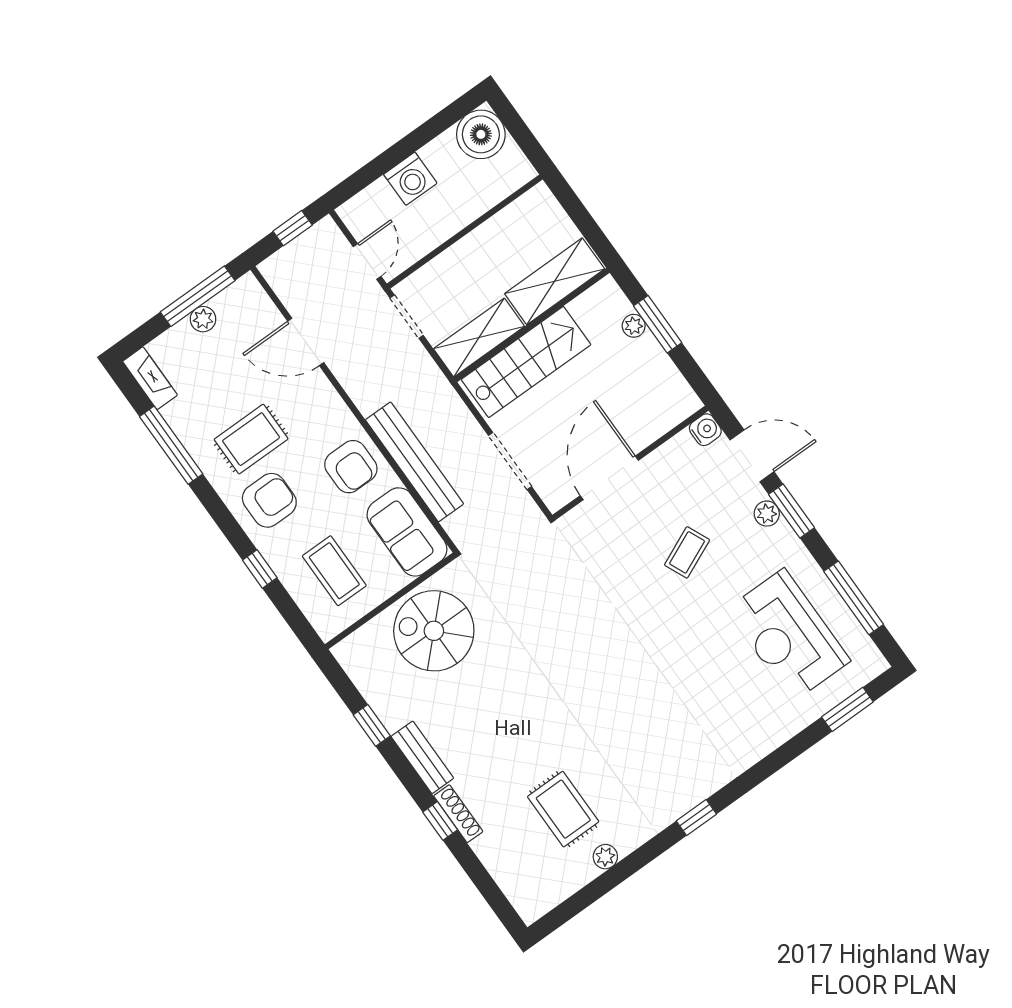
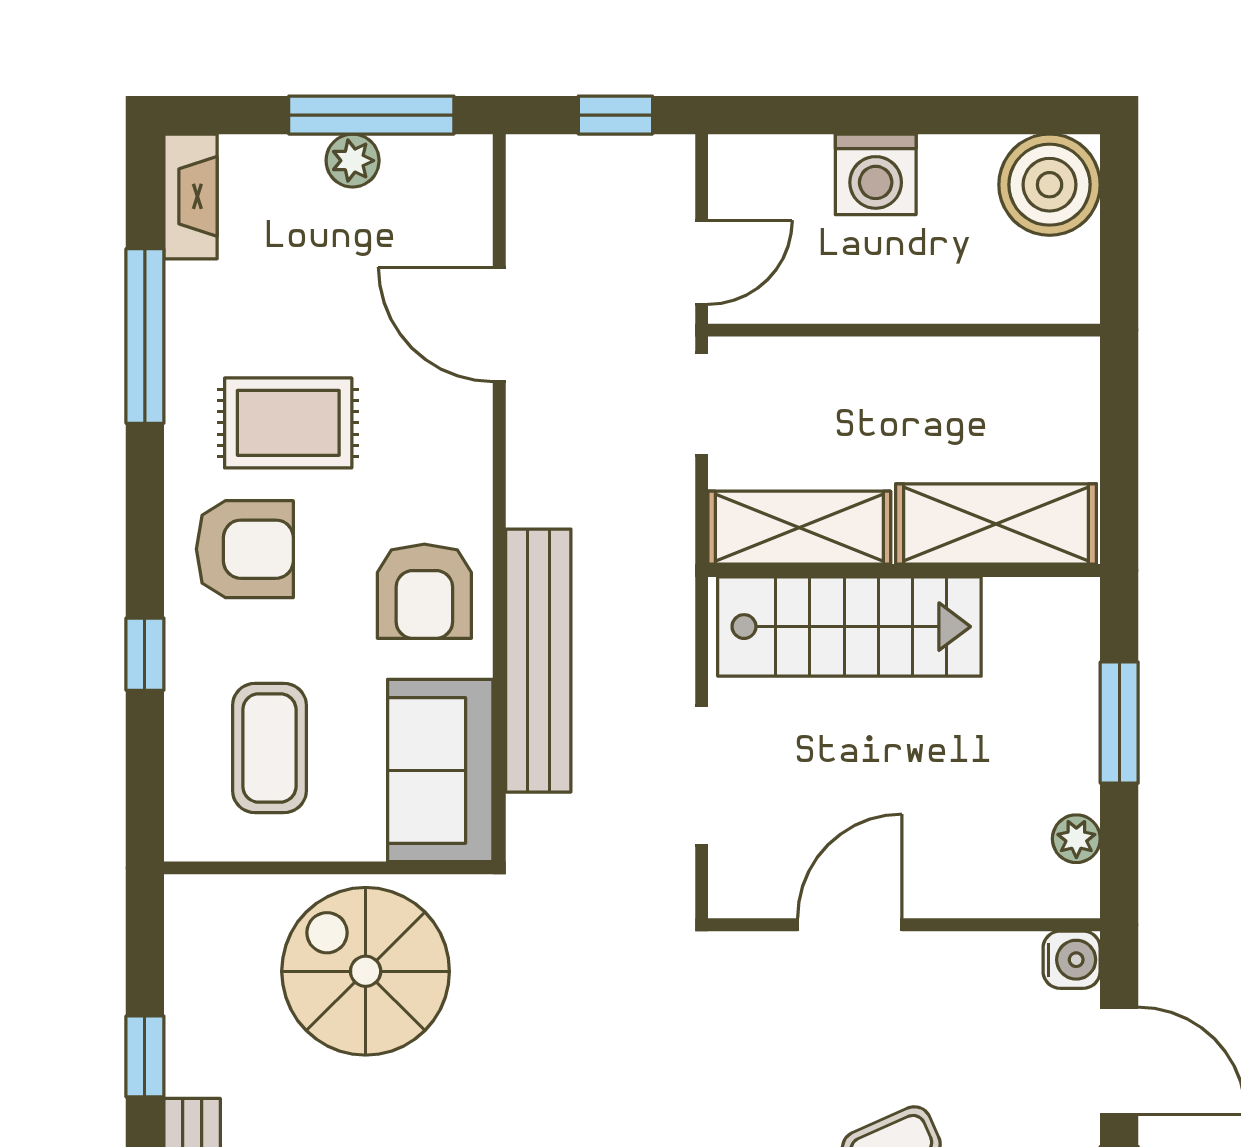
plant: (634, 326) -> (1076, 839), moved
door: (609, 478) -> (850, 925), width x0.73

